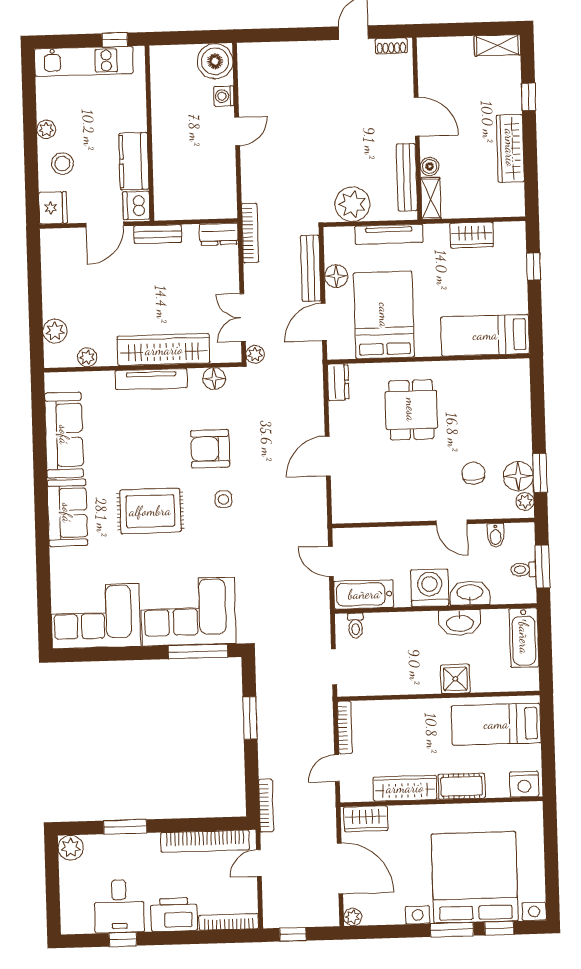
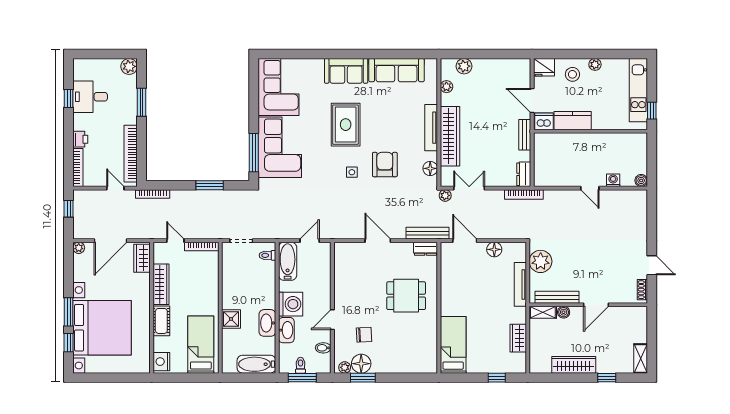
boiler: (215, 61) -> (641, 180), width x0.54, depth x0.54
bench: (311, 268) -> (427, 233), moved
bed: (384, 315) -> (468, 280), removed
printer: (174, 915) -> (80, 139), width x0.53, depth x0.68

